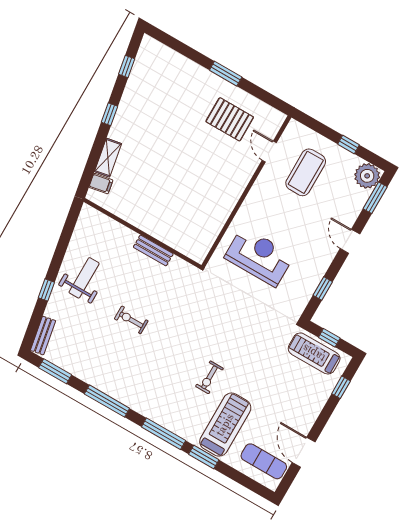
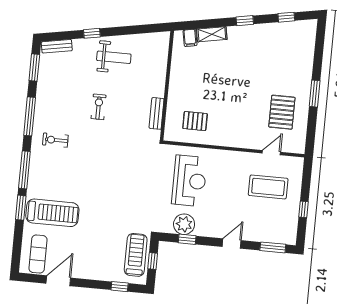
plant: (367, 176) -> (184, 224), moved
pallet: (196, 220) -> (195, 121), added
bench: (153, 250) -> (157, 113), moved
exercise bike: (209, 377) -> (55, 140), moved

